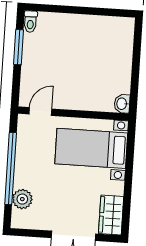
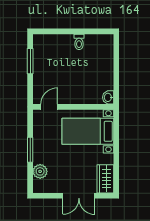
toilet: (30, 22) -> (79, 42), moved
window: (11, 168) -> (30, 150), width x0.47

